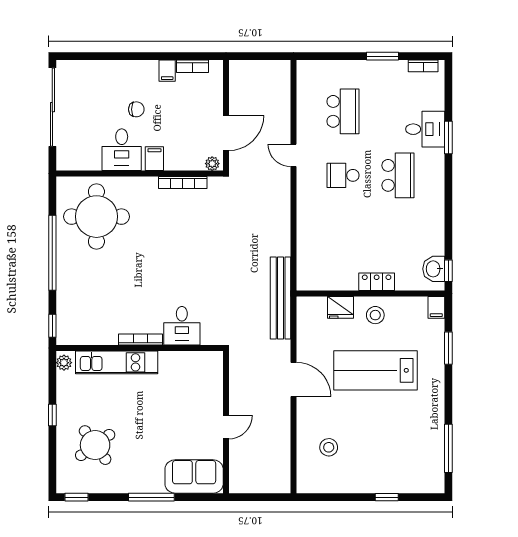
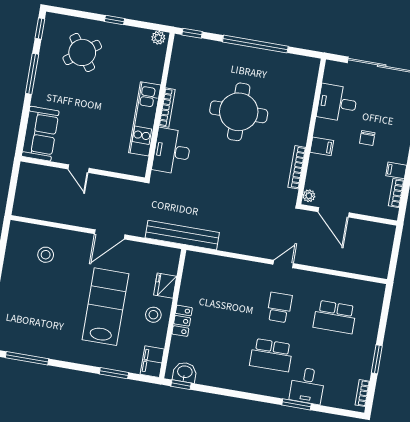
desk: (122, 150) -> (337, 103), moved
door: (294, 155) -> (283, 264), moved
round table: (96, 217) -> (239, 112), moved
filing cabinet: (436, 307) -> (152, 362), width x2.00
desk: (182, 326) -> (172, 151), width x1.37
kitchen unit: (117, 362) -> (145, 119), moved
window: (151, 497) -> (32, 74), moved

